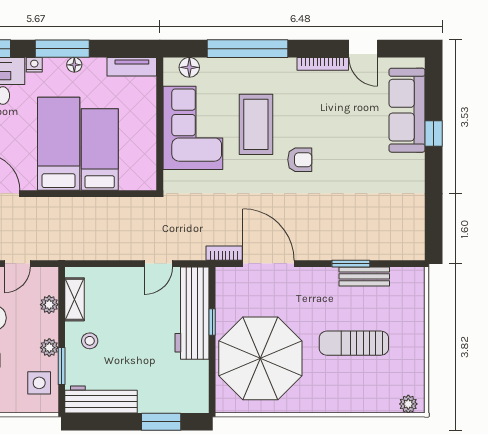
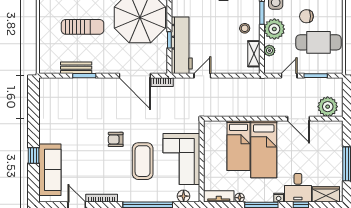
floor lamp: (74, 65) -> (240, 198), moved
plant: (49, 348) -> (274, 29), width x1.88, depth x1.88

